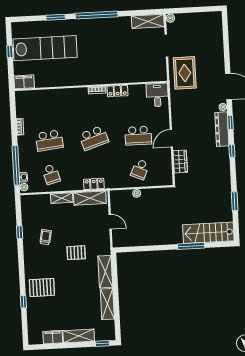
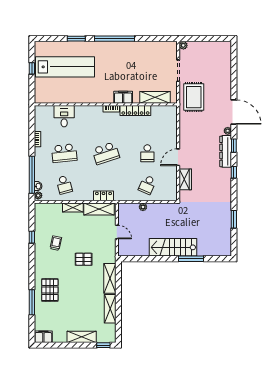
shelving: (148, 21) -> (155, 97), moved
filing cabinet: (24, 82) -> (123, 97), moved
locker: (117, 91) -> (135, 111), width x1.53
desk: (157, 95) -> (64, 116), moved
school desk: (138, 136) -> (147, 153), width x0.54
stairs: (208, 233) -> (173, 247), moved
pallet: (42, 288) -> (50, 290), turned 90
window: (23, 302) -> (32, 302), width x2.17
filing cabinet: (53, 337) -> (43, 337), moved

